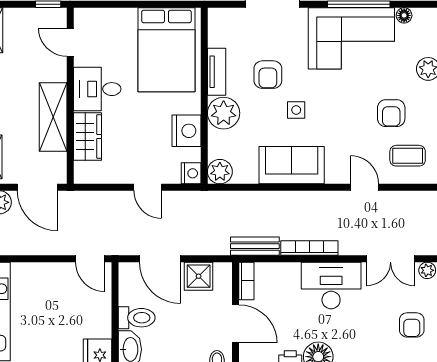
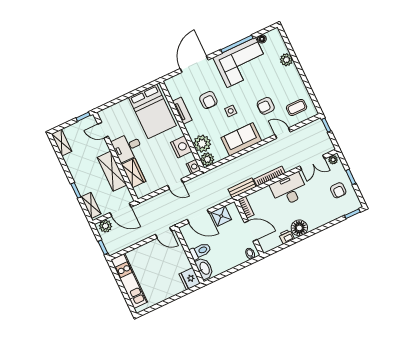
plant: (224, 113) -> (202, 144), moved
armchair: (391, 113) -> (266, 106), moved, turned 90

